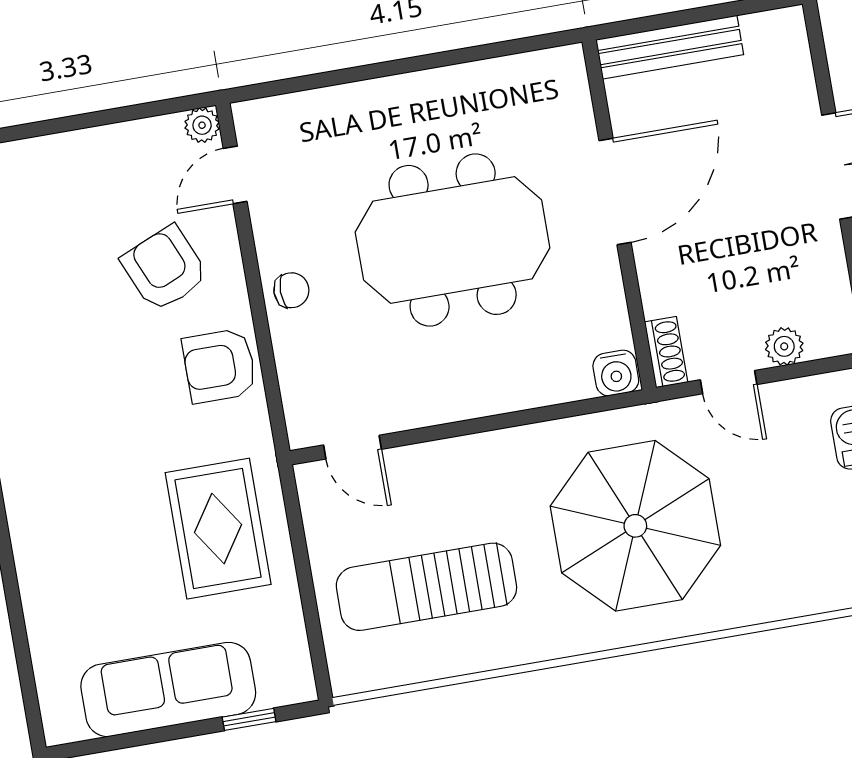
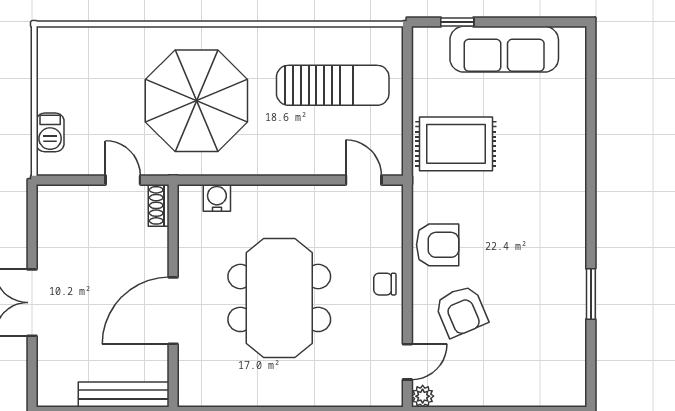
meeting table: (453, 240) -> (279, 298), turned 90
plant: (784, 346) -> (85, 196), removed
water cooler: (616, 373) -> (217, 198), moved
rug: (218, 529) -> (456, 144), turned 90

